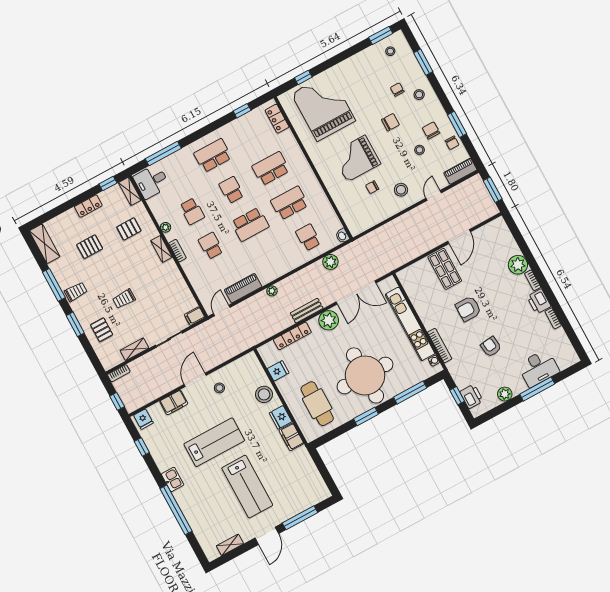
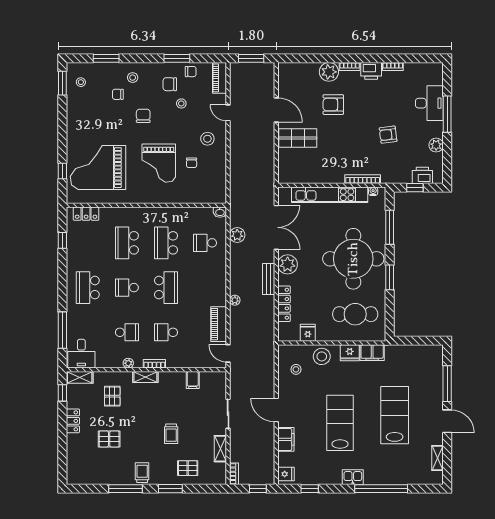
shelving: (45, 244) -> (85, 477), removed
pallet: (90, 247) -> (109, 439), turned 90
armchair: (468, 309) -> (333, 105), moved, turned 90
filing cabinet: (195, 316) -> (193, 380), moved
stool: (219, 388) -> (296, 369), moved
lab bench: (247, 487) -> (395, 415), turned -90

